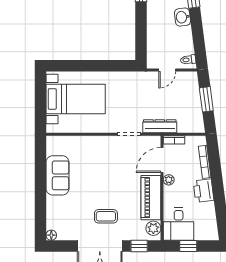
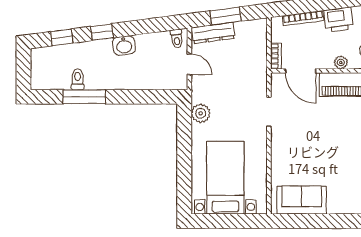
plant: (128, 79) -> (201, 113), added
dresser: (160, 126) -> (213, 33), moved, turned -97
sofa: (58, 175) -> (302, 200), moved
plant: (169, 180) -> (341, 63), moved

